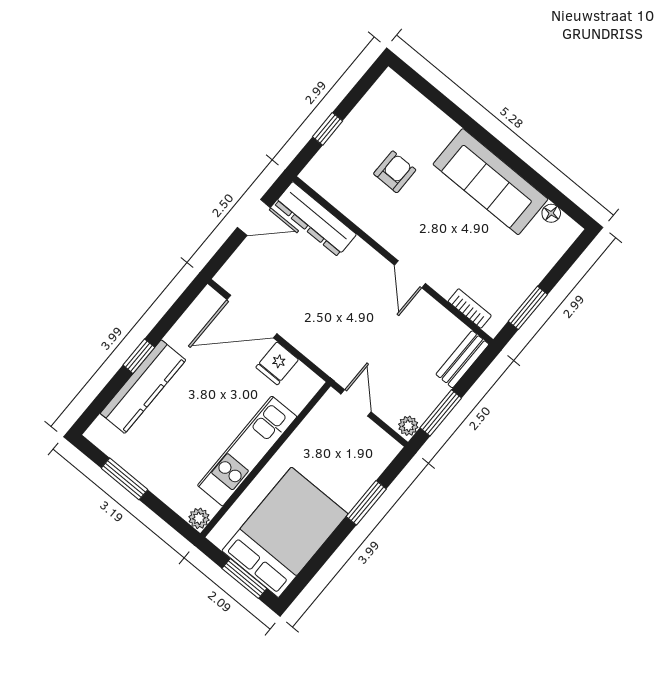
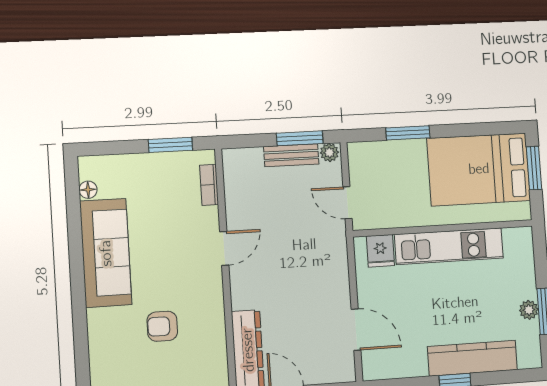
door: (252, 317) -> (356, 330), width x0.73
bench: (462, 359) -> (291, 155), moved
fridge: (277, 363) -> (380, 251), moved, turned 90
door: (356, 403) -> (347, 203), hinge flipped
plant: (199, 518) -> (529, 310), moved

